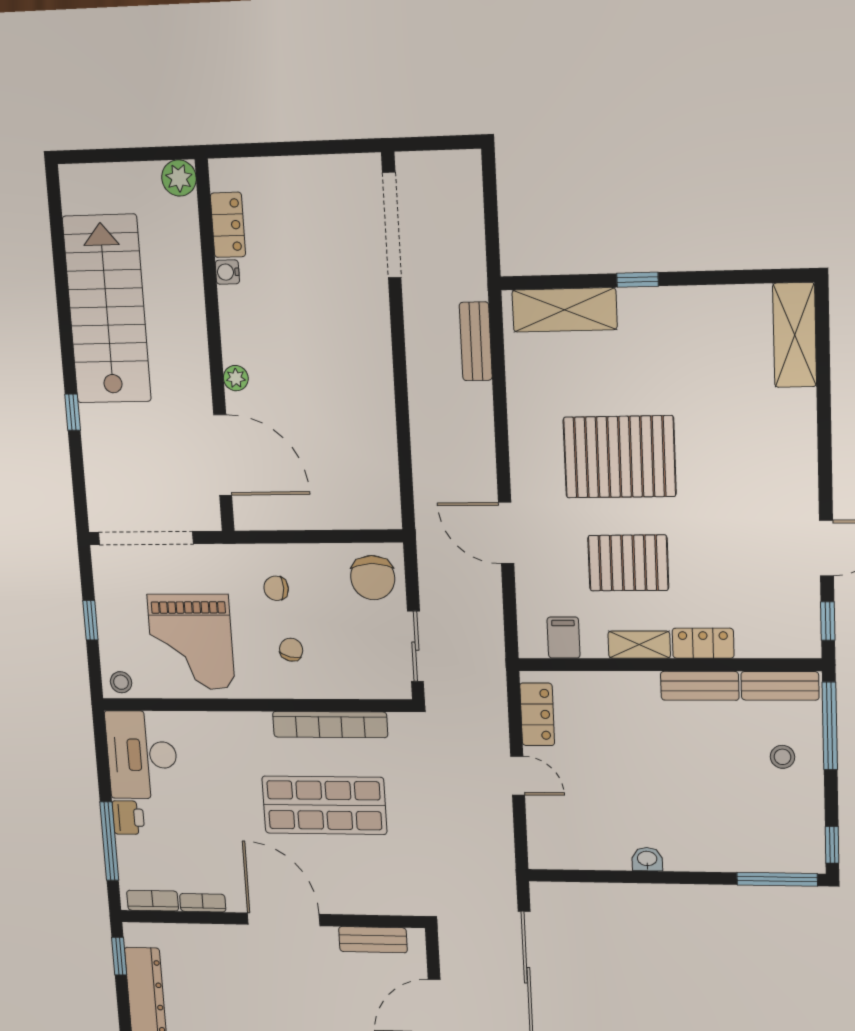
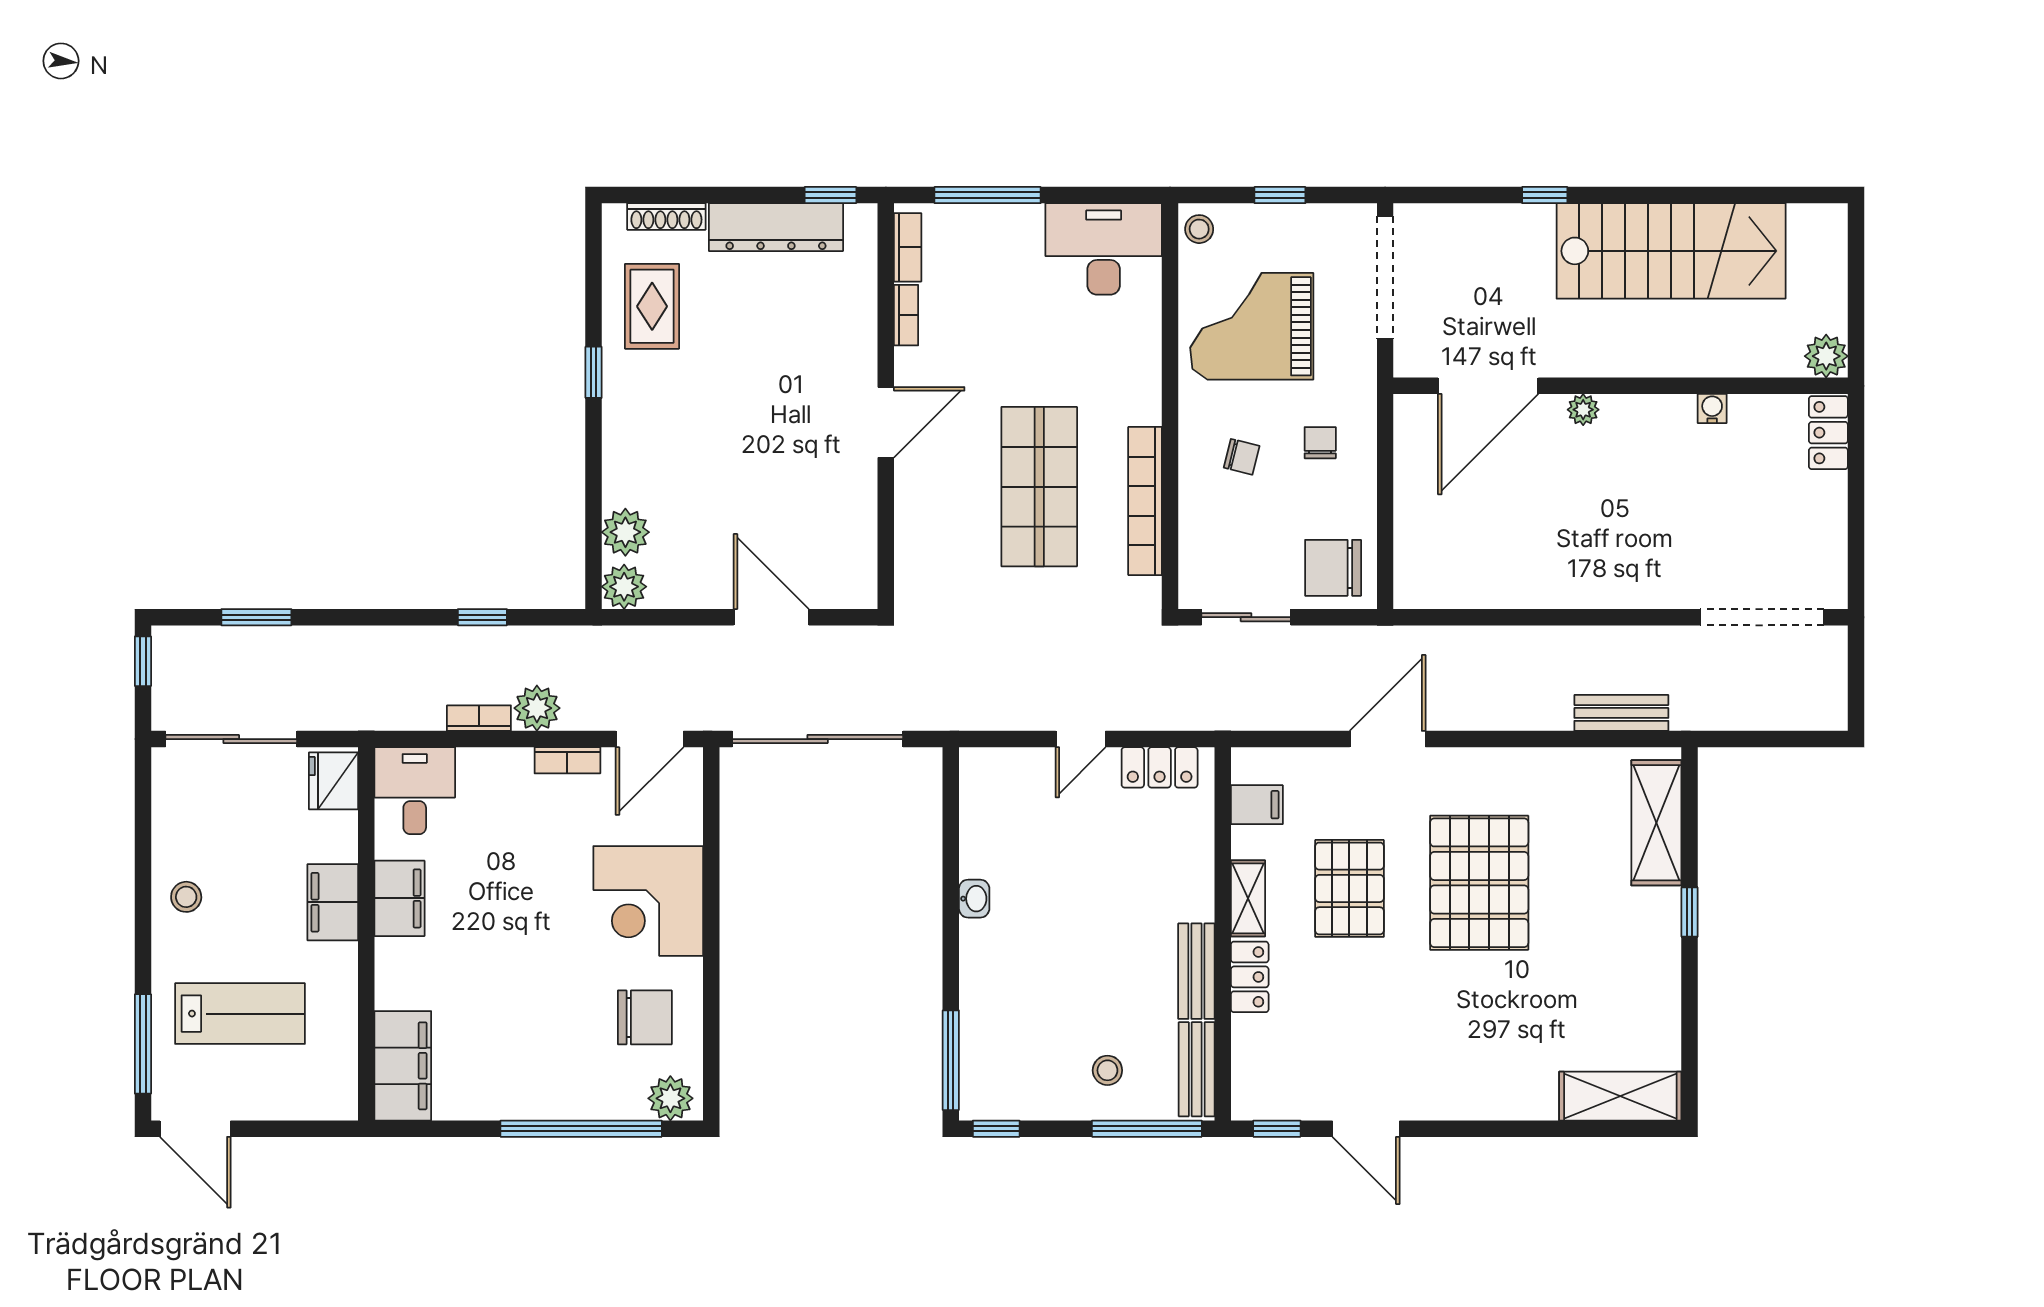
locker: (228, 225) -> (1828, 433), moved, turned 90
printer: (128, 818) -> (1020, 224), removed
door: (284, 919) -> (886, 422), width x0.73
bench: (373, 940) -> (861, 540), removed

